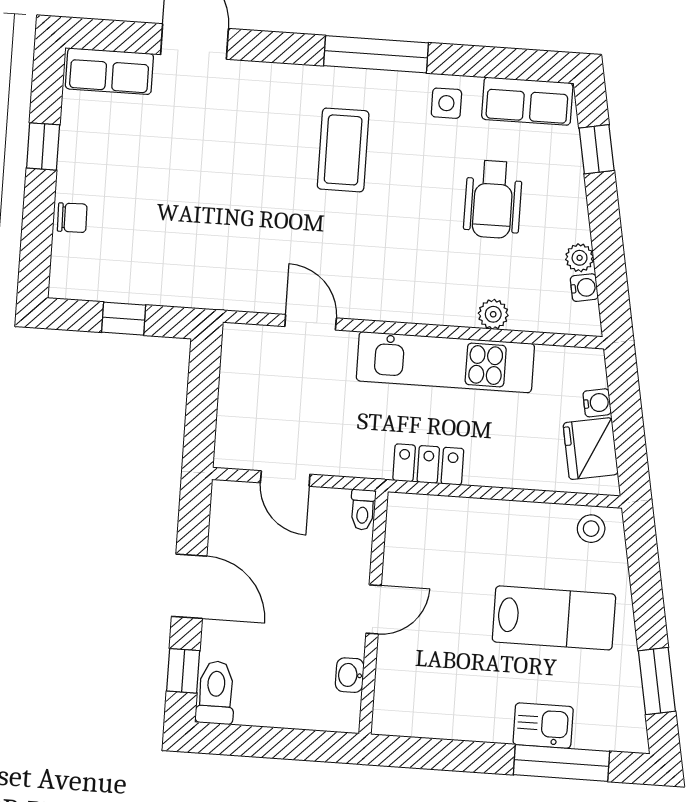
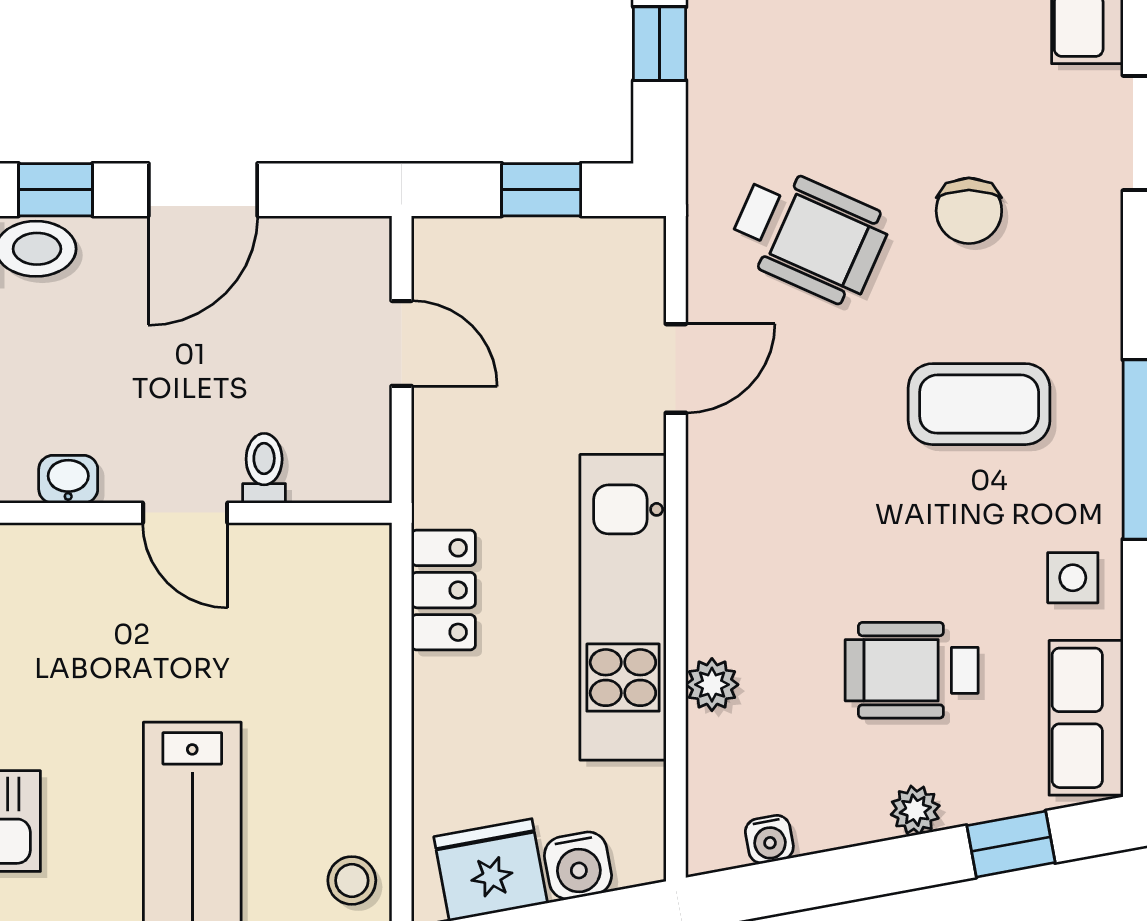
chair: (232, 148) -> (969, 211), added
wheelchair: (240, 241) -> (809, 235), added
plant: (580, 258) -> (915, 810), moved
window: (203, 392) -> (541, 190), added
water cooler: (597, 403) -> (578, 866), width x1.38, depth x1.38
door: (285, 479) -> (402, 343), swing flipped
toilet: (363, 510) -> (264, 468), moved, turned 90

